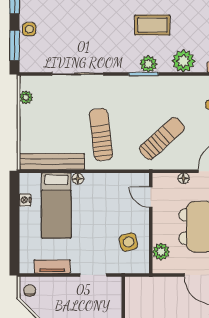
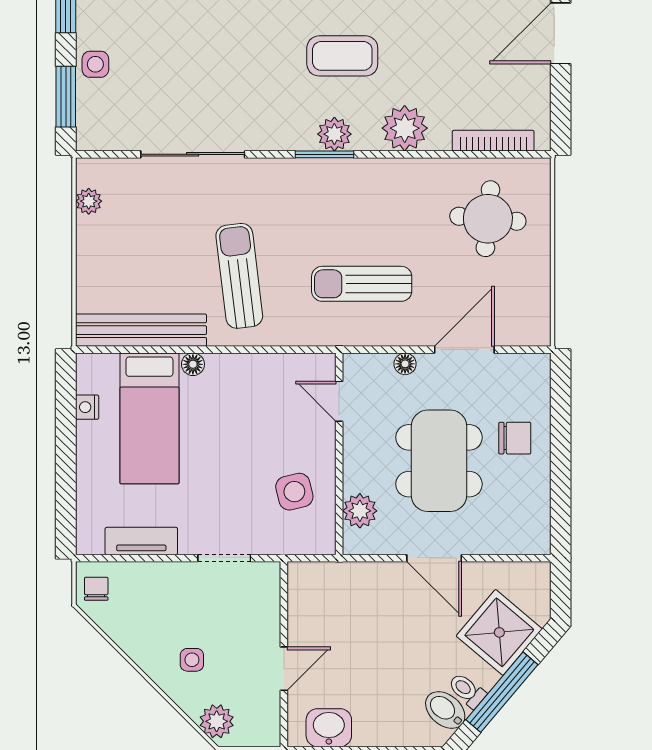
sun lounger: (162, 139) -> (362, 284), turned -138

